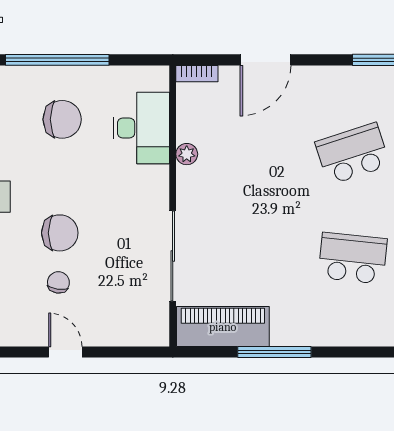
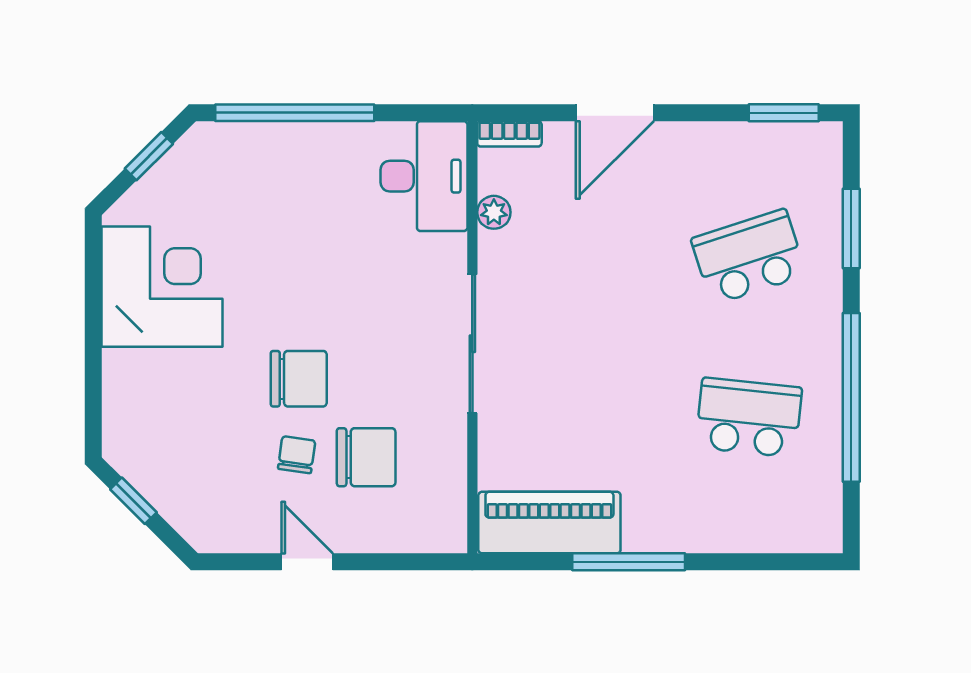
chair: (62, 119) -> (366, 457), moved
desk: (141, 128) -> (424, 176), moved
plant: (187, 154) -> (494, 212), moved
sliding door: (173, 256) -> (472, 344), moved

